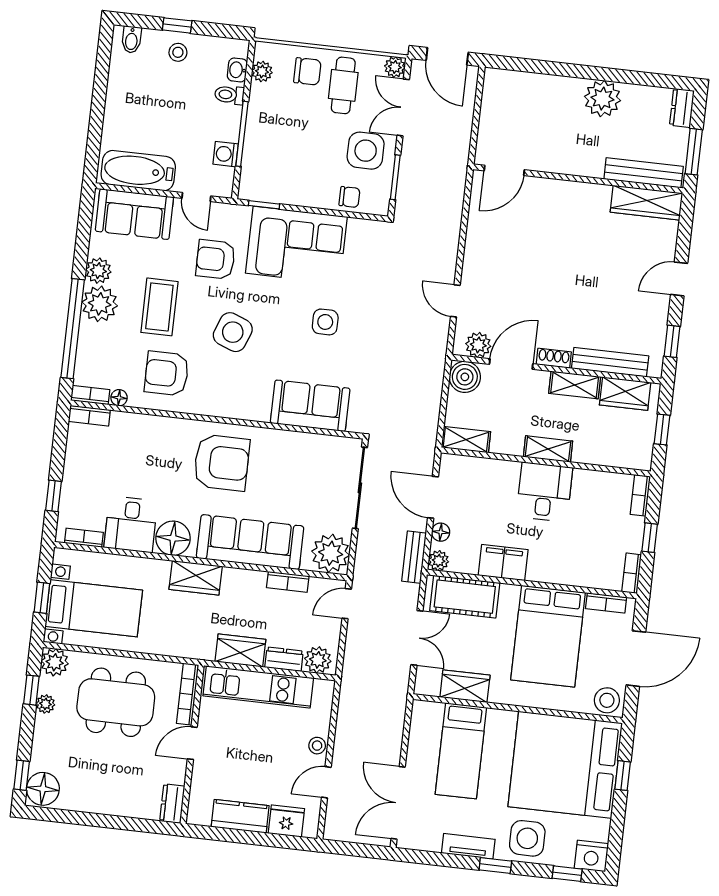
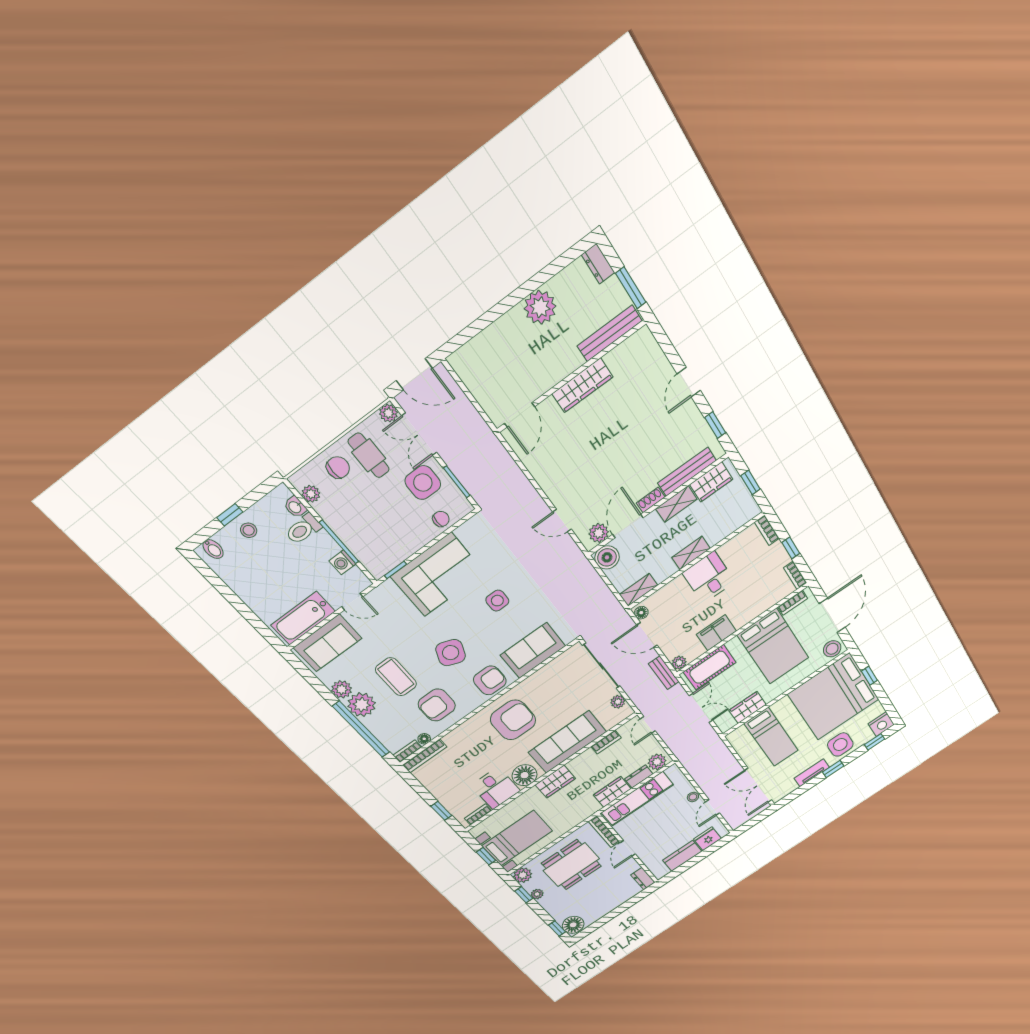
toilet: (229, 95) -> (303, 529), width x1.37, depth x1.39
wardrobe: (646, 203) -> (582, 385), moved
armchair: (216, 259) -> (490, 680), moved, turned 180
bookcase: (89, 416) -> (425, 756), width x1.56
floor lamp: (441, 532) -> (641, 613), moved
plant: (331, 553) -> (618, 702), width x0.53, depth x0.53

